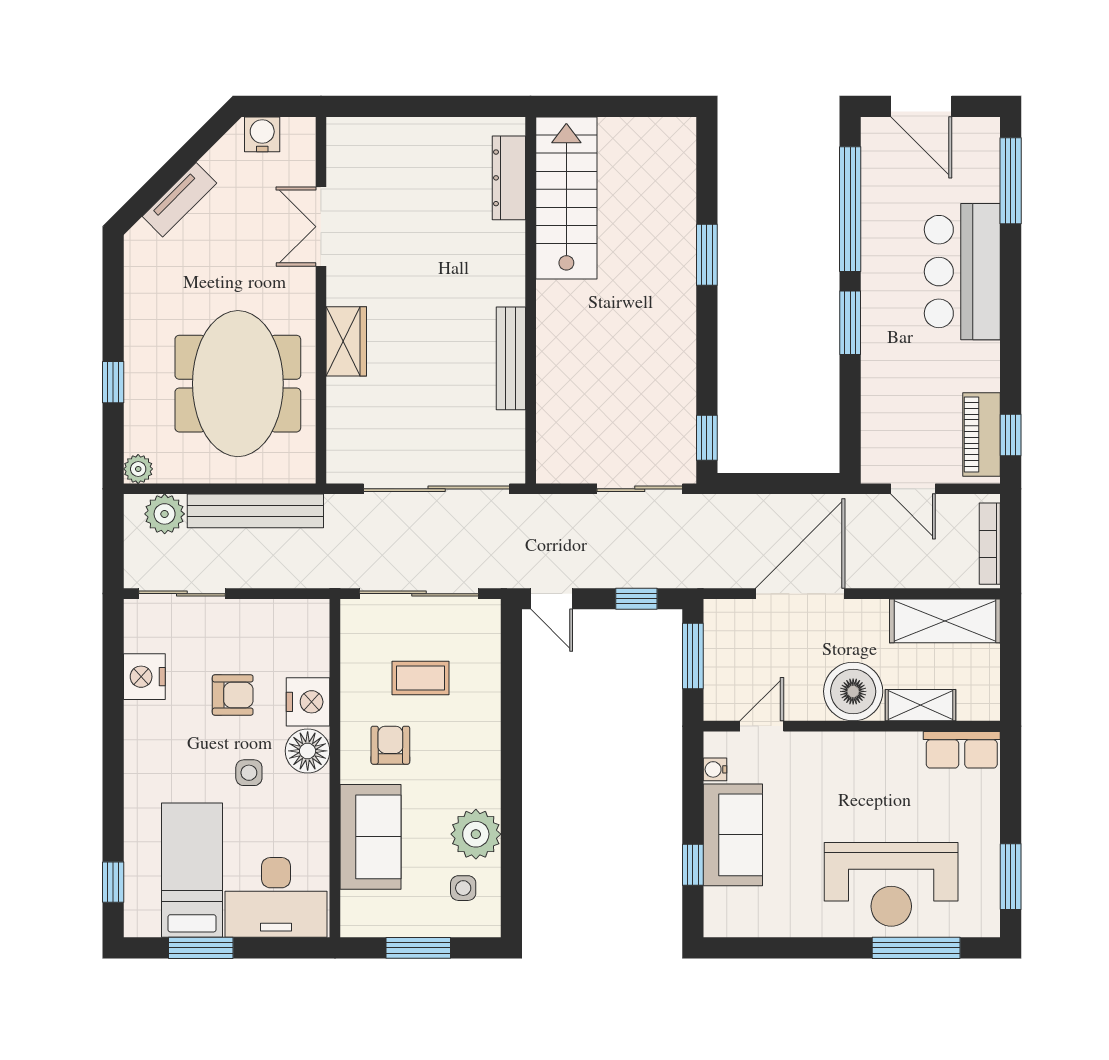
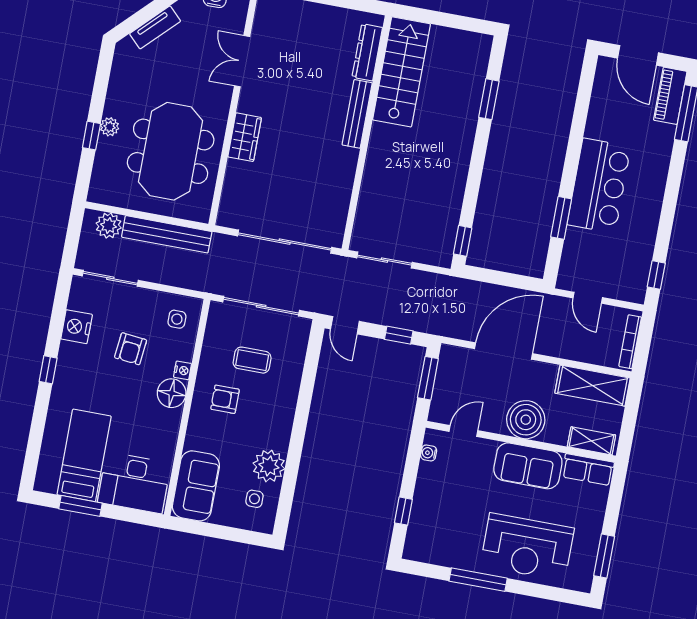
window: (850, 209) -> (581, 112), removed
window: (707, 255) -> (489, 99), moved
bar counter: (962, 272) -> (599, 186), moved, turned 180
window: (850, 323) -> (561, 218), moved
bench: (511, 358) -> (357, 114), moved
piano: (982, 434) -> (670, 96), moved
plant: (138, 469) -> (110, 127), moved
sliding door: (640, 489) -> (384, 260), moved
armchair: (233, 695) -> (131, 349), turned 96
nightstand: (308, 702) -> (183, 370), width x0.53, depth x0.56
shelving: (920, 705) -> (591, 441), moved
armchair: (390, 745) -> (225, 399), turned -90
side table: (249, 773) -> (177, 319), moved
sofa: (733, 835) -> (528, 466), moved, turned 90
sofa: (371, 837) -> (196, 486), moved
window: (113, 882) -> (48, 370), moved
window: (418, 948) -> (219, 532), removed
window: (916, 948) -> (478, 580), moved

